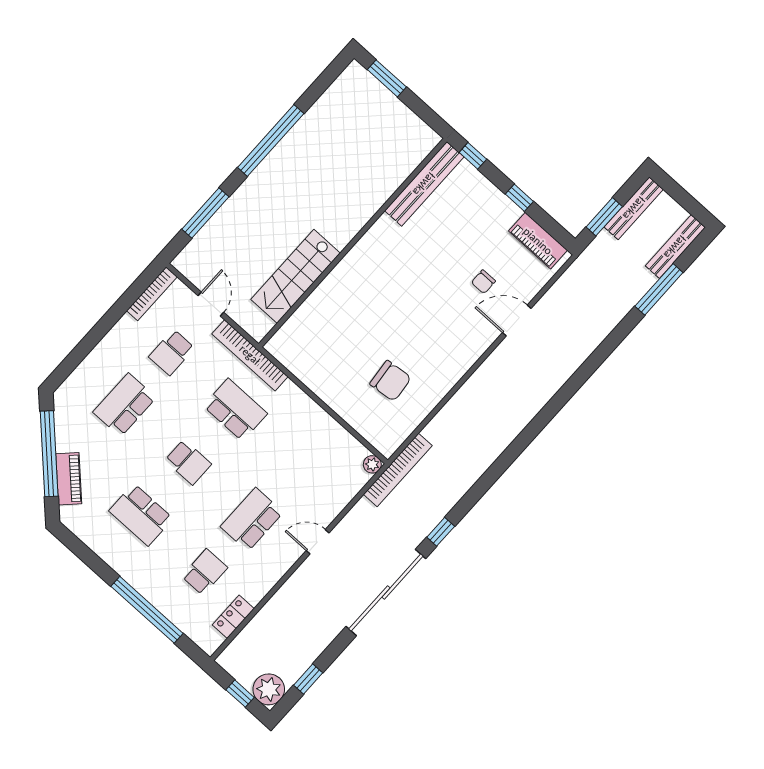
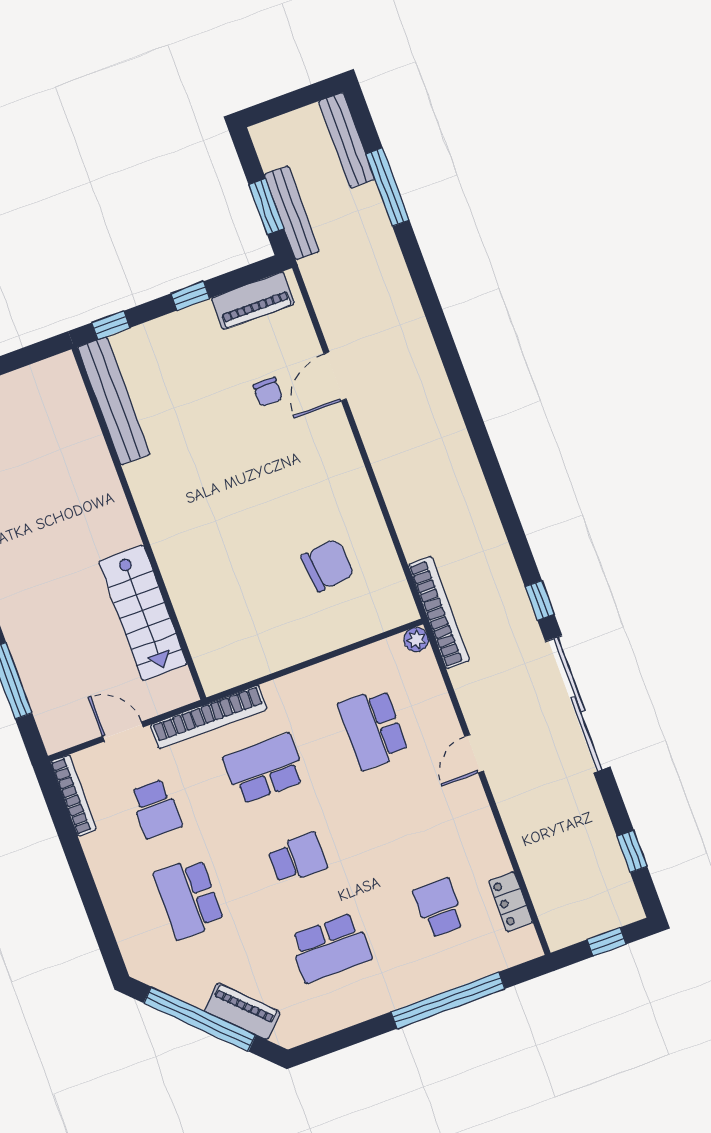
bench: (634, 208) -> (292, 213), moved
school desk: (252, 520) -> (373, 729), moved
plant: (269, 689) -> (620, 905), removed

